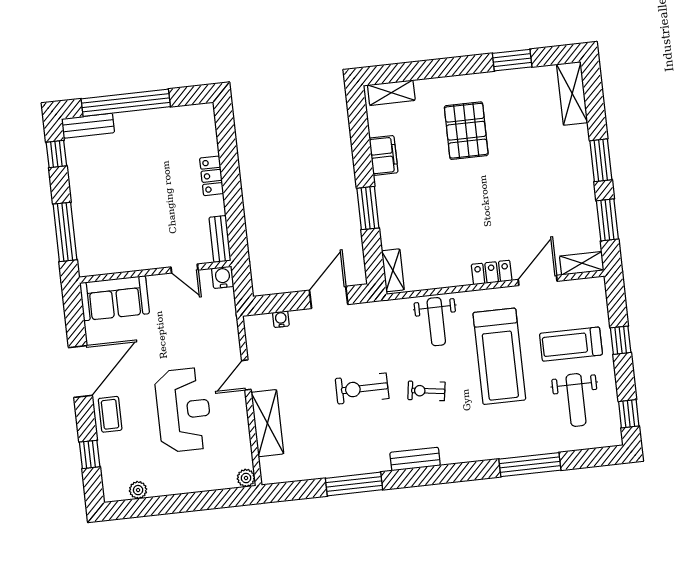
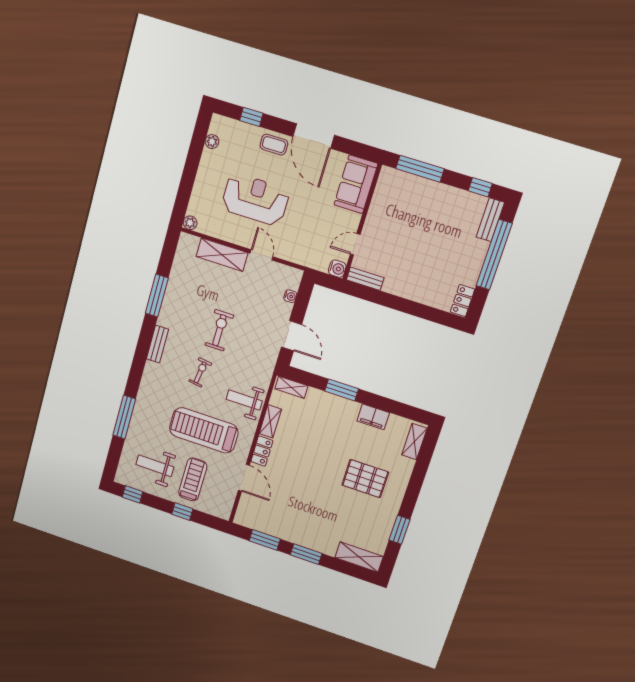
locker: (212, 176) -> (463, 301), moved, turned -90
shelving: (582, 263) -> (270, 421), moved
reception desk: (183, 410) -> (255, 199), turned 180

